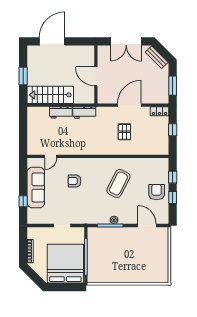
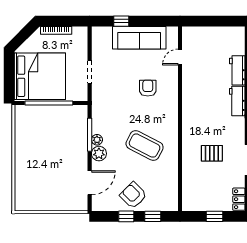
door: (51, 156) -> (180, 57), hinge flipped
armchair: (157, 192) -> (133, 195), turned -135
plant: (125, 218) -> (99, 154), added

